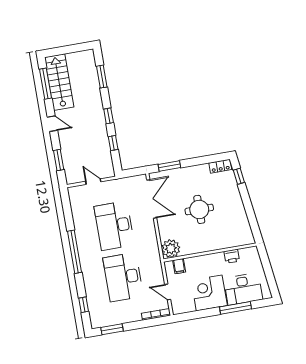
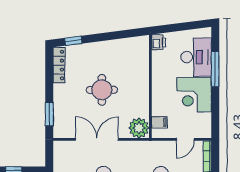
locker: (220, 166) -> (59, 65), width x1.53
double door: (152, 199) -> (97, 139), moved
printer: (232, 256) -> (159, 42), moved

